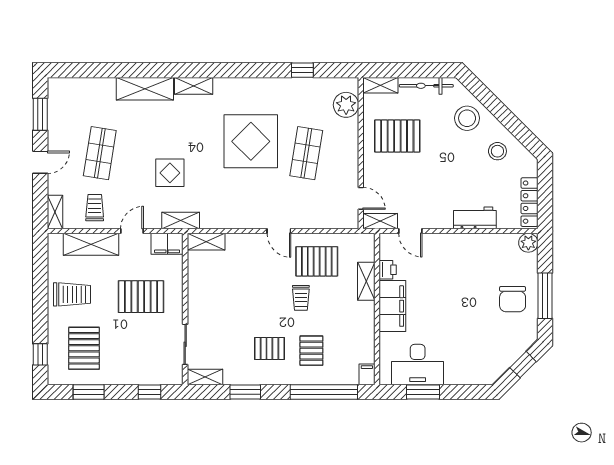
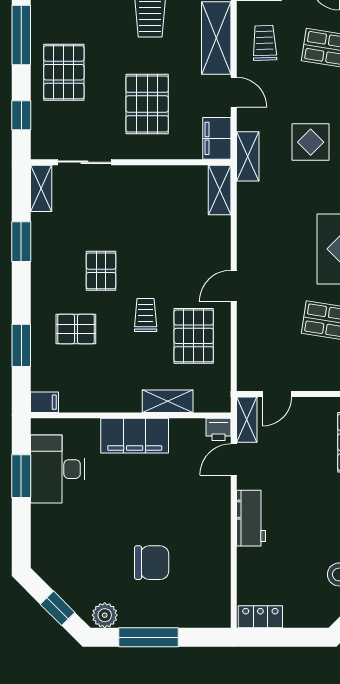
locker: (529, 202) -> (260, 617), width x0.66
trolley: (95, 208) -> (265, 43), turned -92
workbench: (475, 218) -> (251, 518), moved
plant: (528, 243) -> (105, 615), moved
printer: (388, 270) -> (218, 429), moved
trolley: (301, 298) -> (146, 315), turned 90
chair: (513, 299) -> (152, 563), moved, turned 180
pallet: (84, 348) -> (64, 72), moved, turned 90
pallet: (269, 348) -> (101, 271), moved
window: (89, 392) -> (21, 35), width x1.44
window: (324, 392) -> (21, 345), width x0.47

